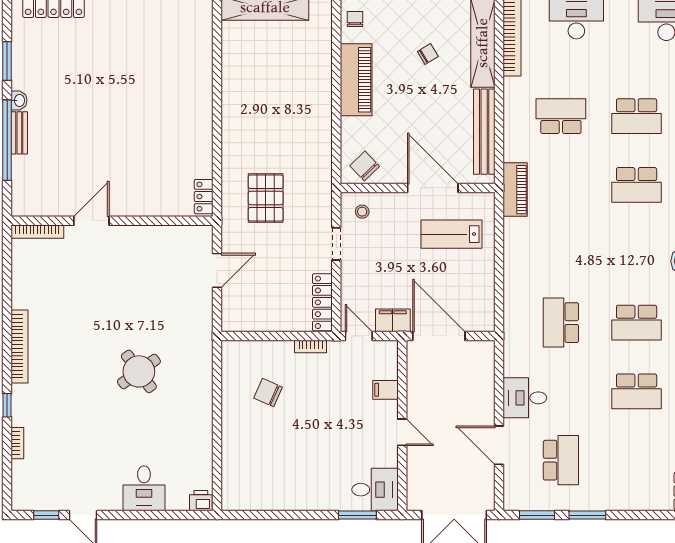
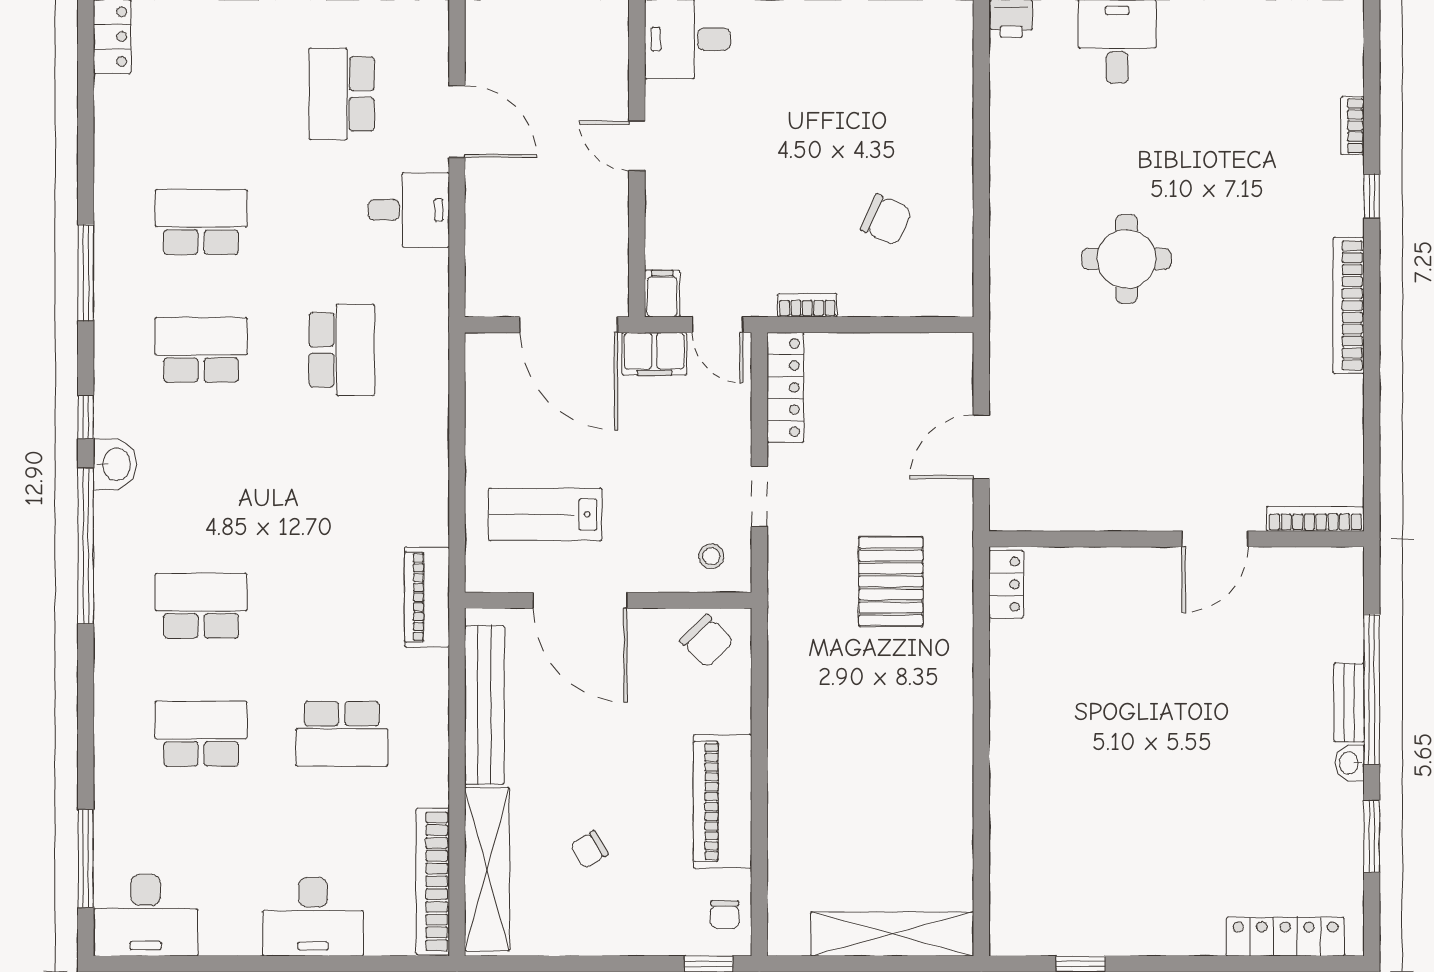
lab bench: (451, 234) -> (545, 514), turned 180
round table: (139, 371) -> (1127, 259), turned 36
filing cabinet: (385, 390) -> (662, 294), moved, turned -90

